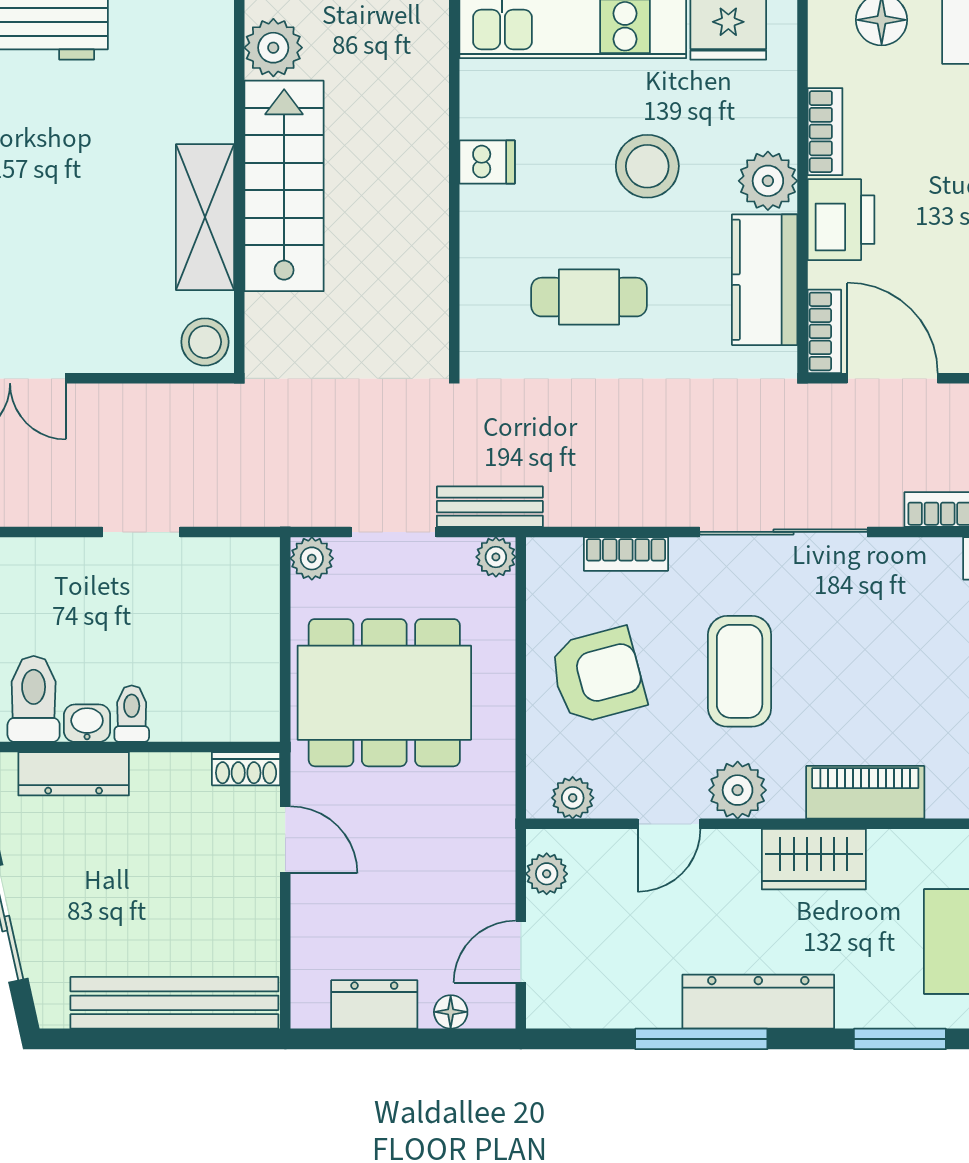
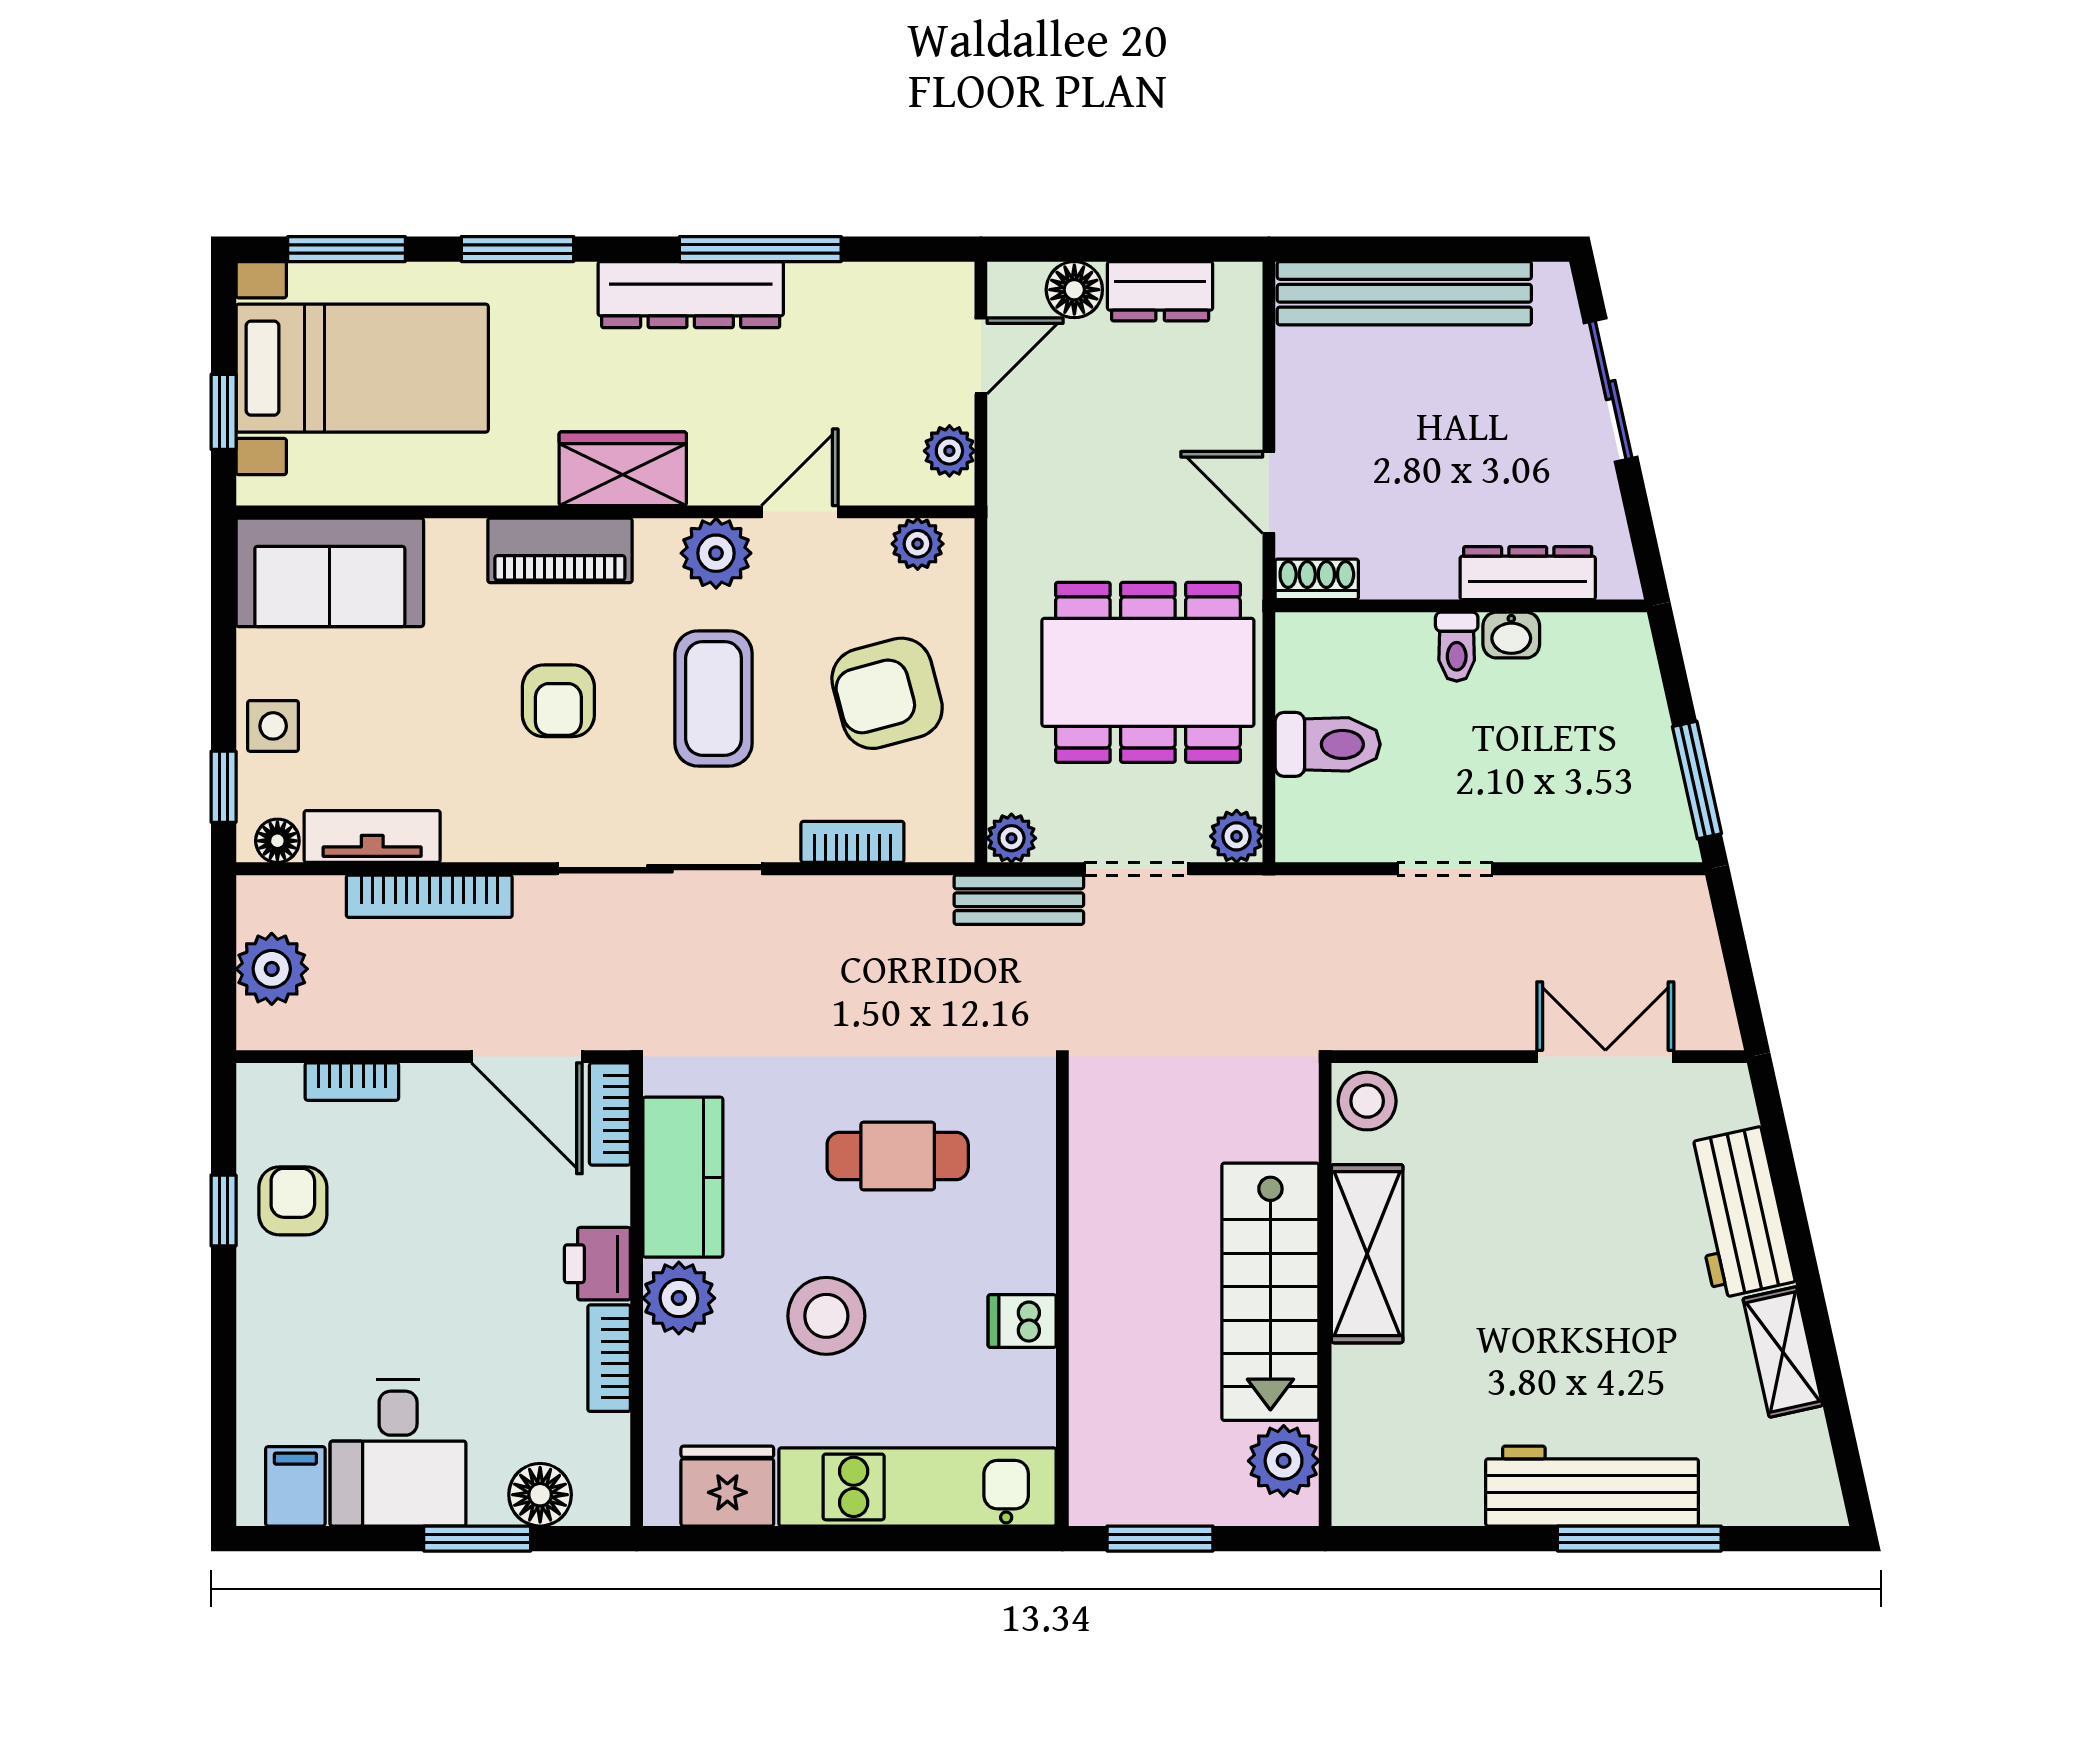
printer: (841, 220) -> (597, 1264), width x0.73, depth x0.81
armchair: (867, 669) -> (558, 701), added
toilet: (34, 699) -> (1328, 744), moved, turned -90
floor lamp: (451, 1012) -> (1074, 290), width x1.37, depth x1.37

